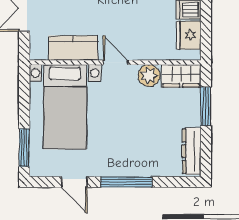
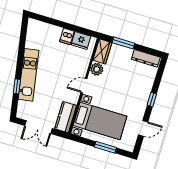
kitchen counter: (73, 48) -> (66, 117), moved
window: (24, 148) -> (105, 147), moved
window: (126, 182) -> (152, 100), width x0.46

